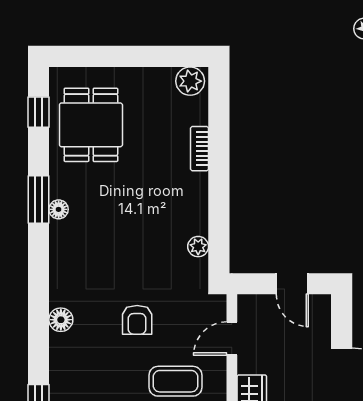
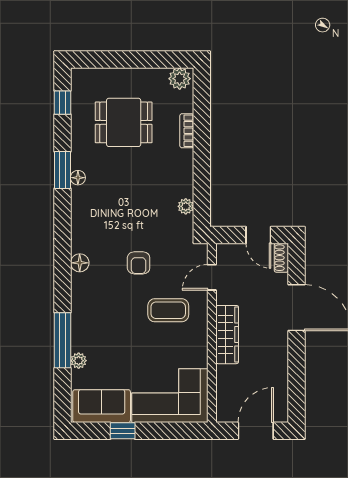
dining table: (91, 125) -> (124, 122), moved, turned 90
shoe rack: (322, 313) -> (281, 258), added

